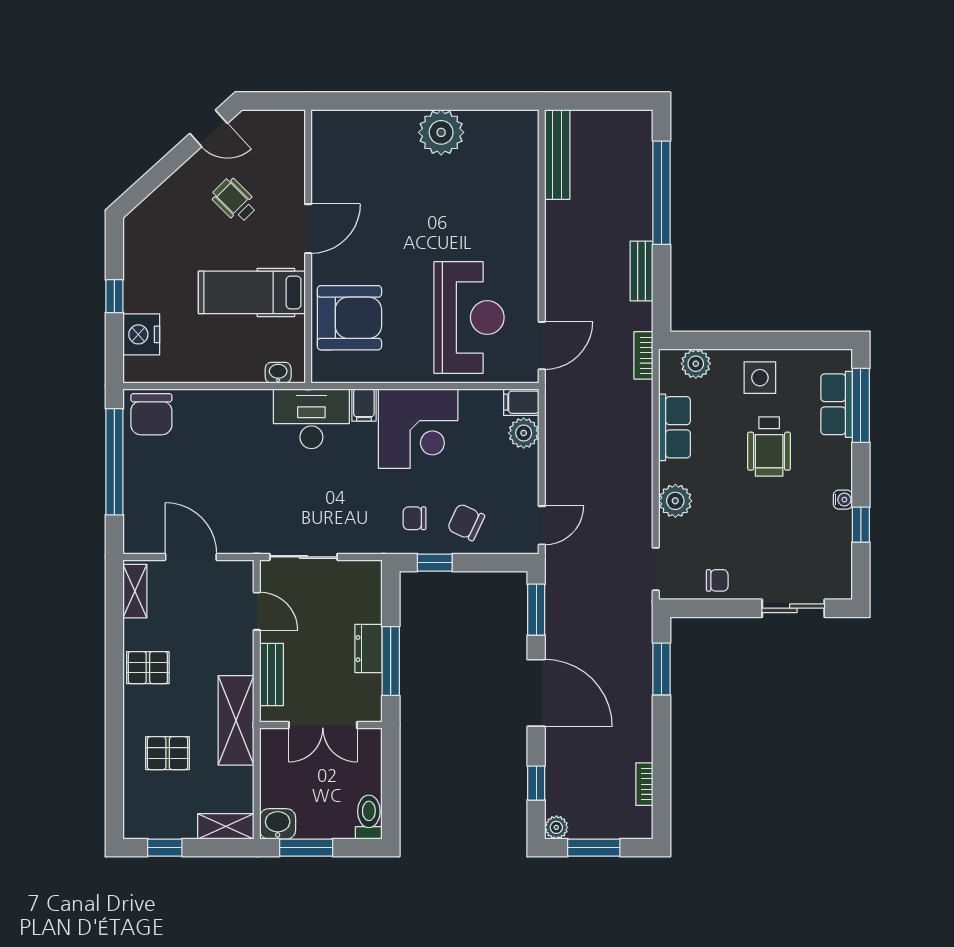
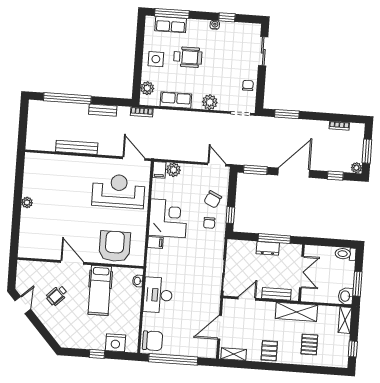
plant: (441, 132) -> (27, 202), width x0.53, depth x0.53
bench: (557, 155) -> (77, 147), moved
desk: (311, 419) -> (158, 295), moved

